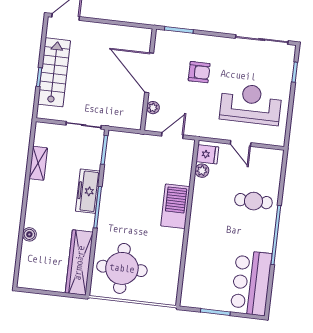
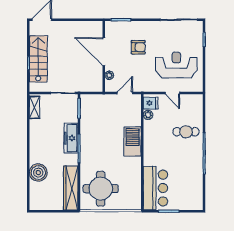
shelving: (38, 163) -> (35, 107), moved
boiler: (29, 234) -> (38, 173), width x1.86, depth x1.86
bar counter: (251, 283) -> (155, 188), moved, turned 180

